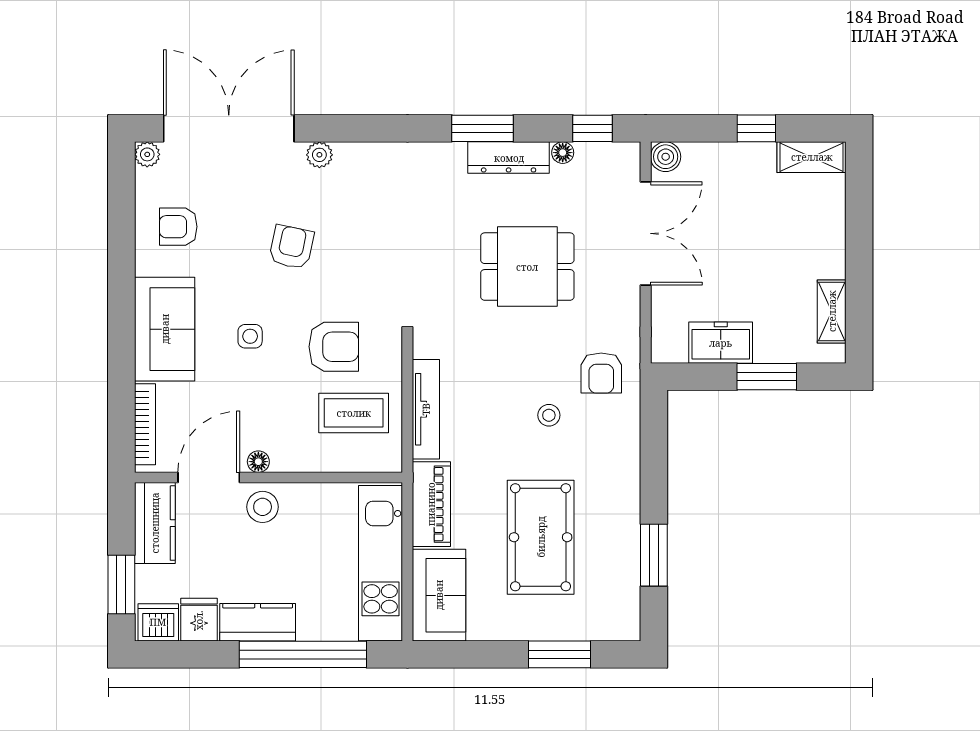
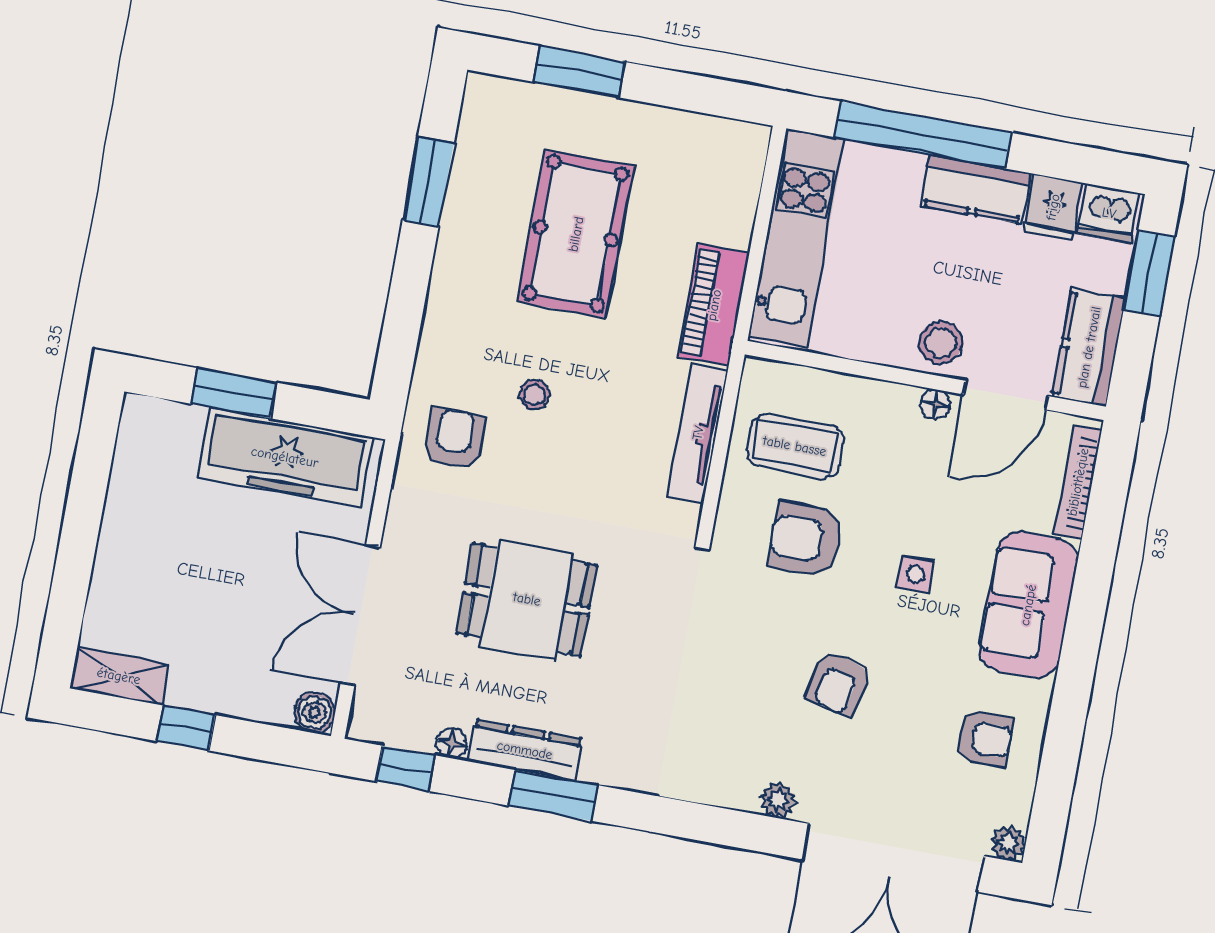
shelving: (832, 311) -> (130, 464), removed
freezer: (721, 343) -> (285, 457), width x1.91, depth x1.26
sofa: (439, 595) -> (726, 181), removed

